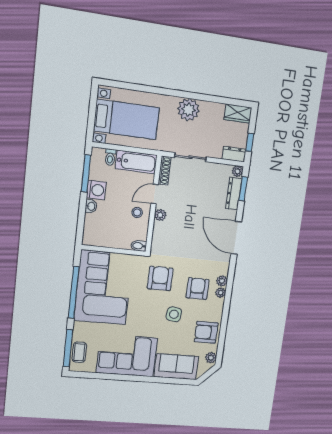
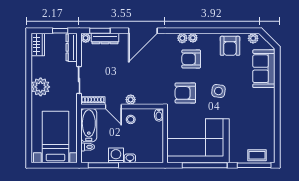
dresser: (234, 154) -> (72, 47), width x1.44
side table: (174, 314) -> (218, 91), moved
corner sofa: (127, 355) -> (257, 114), removed

